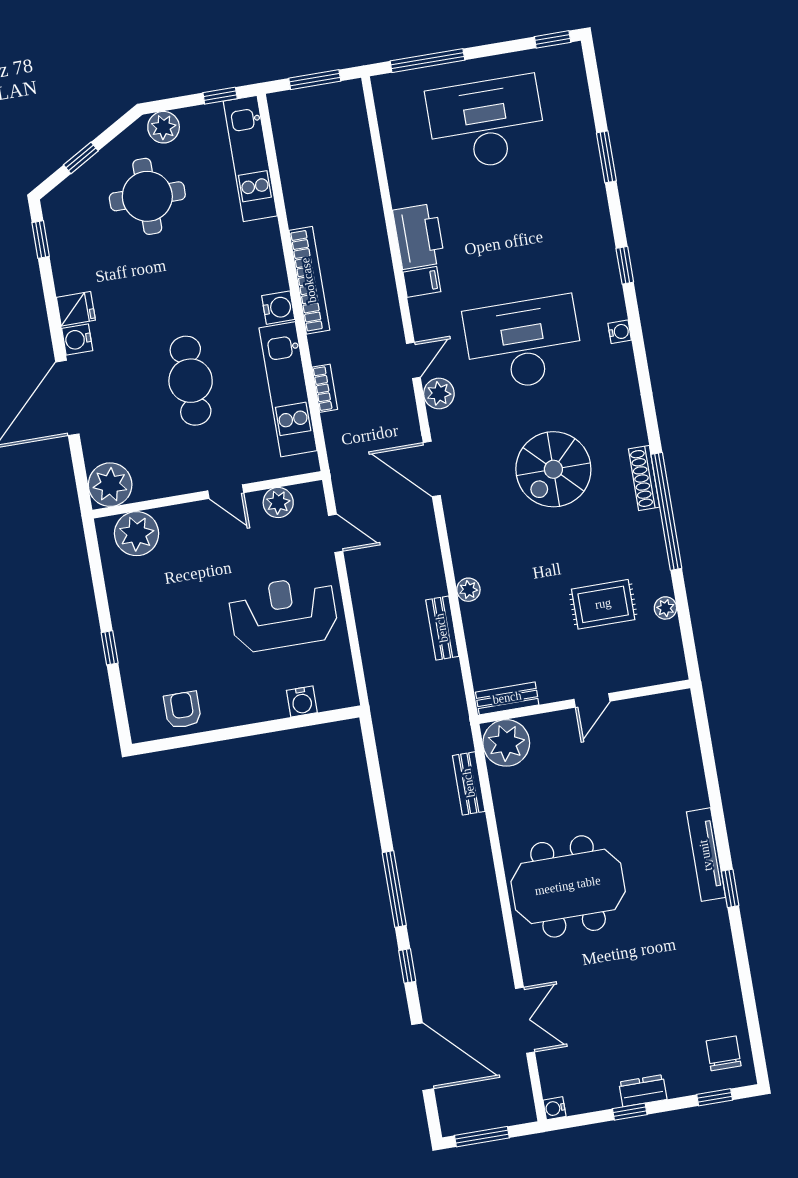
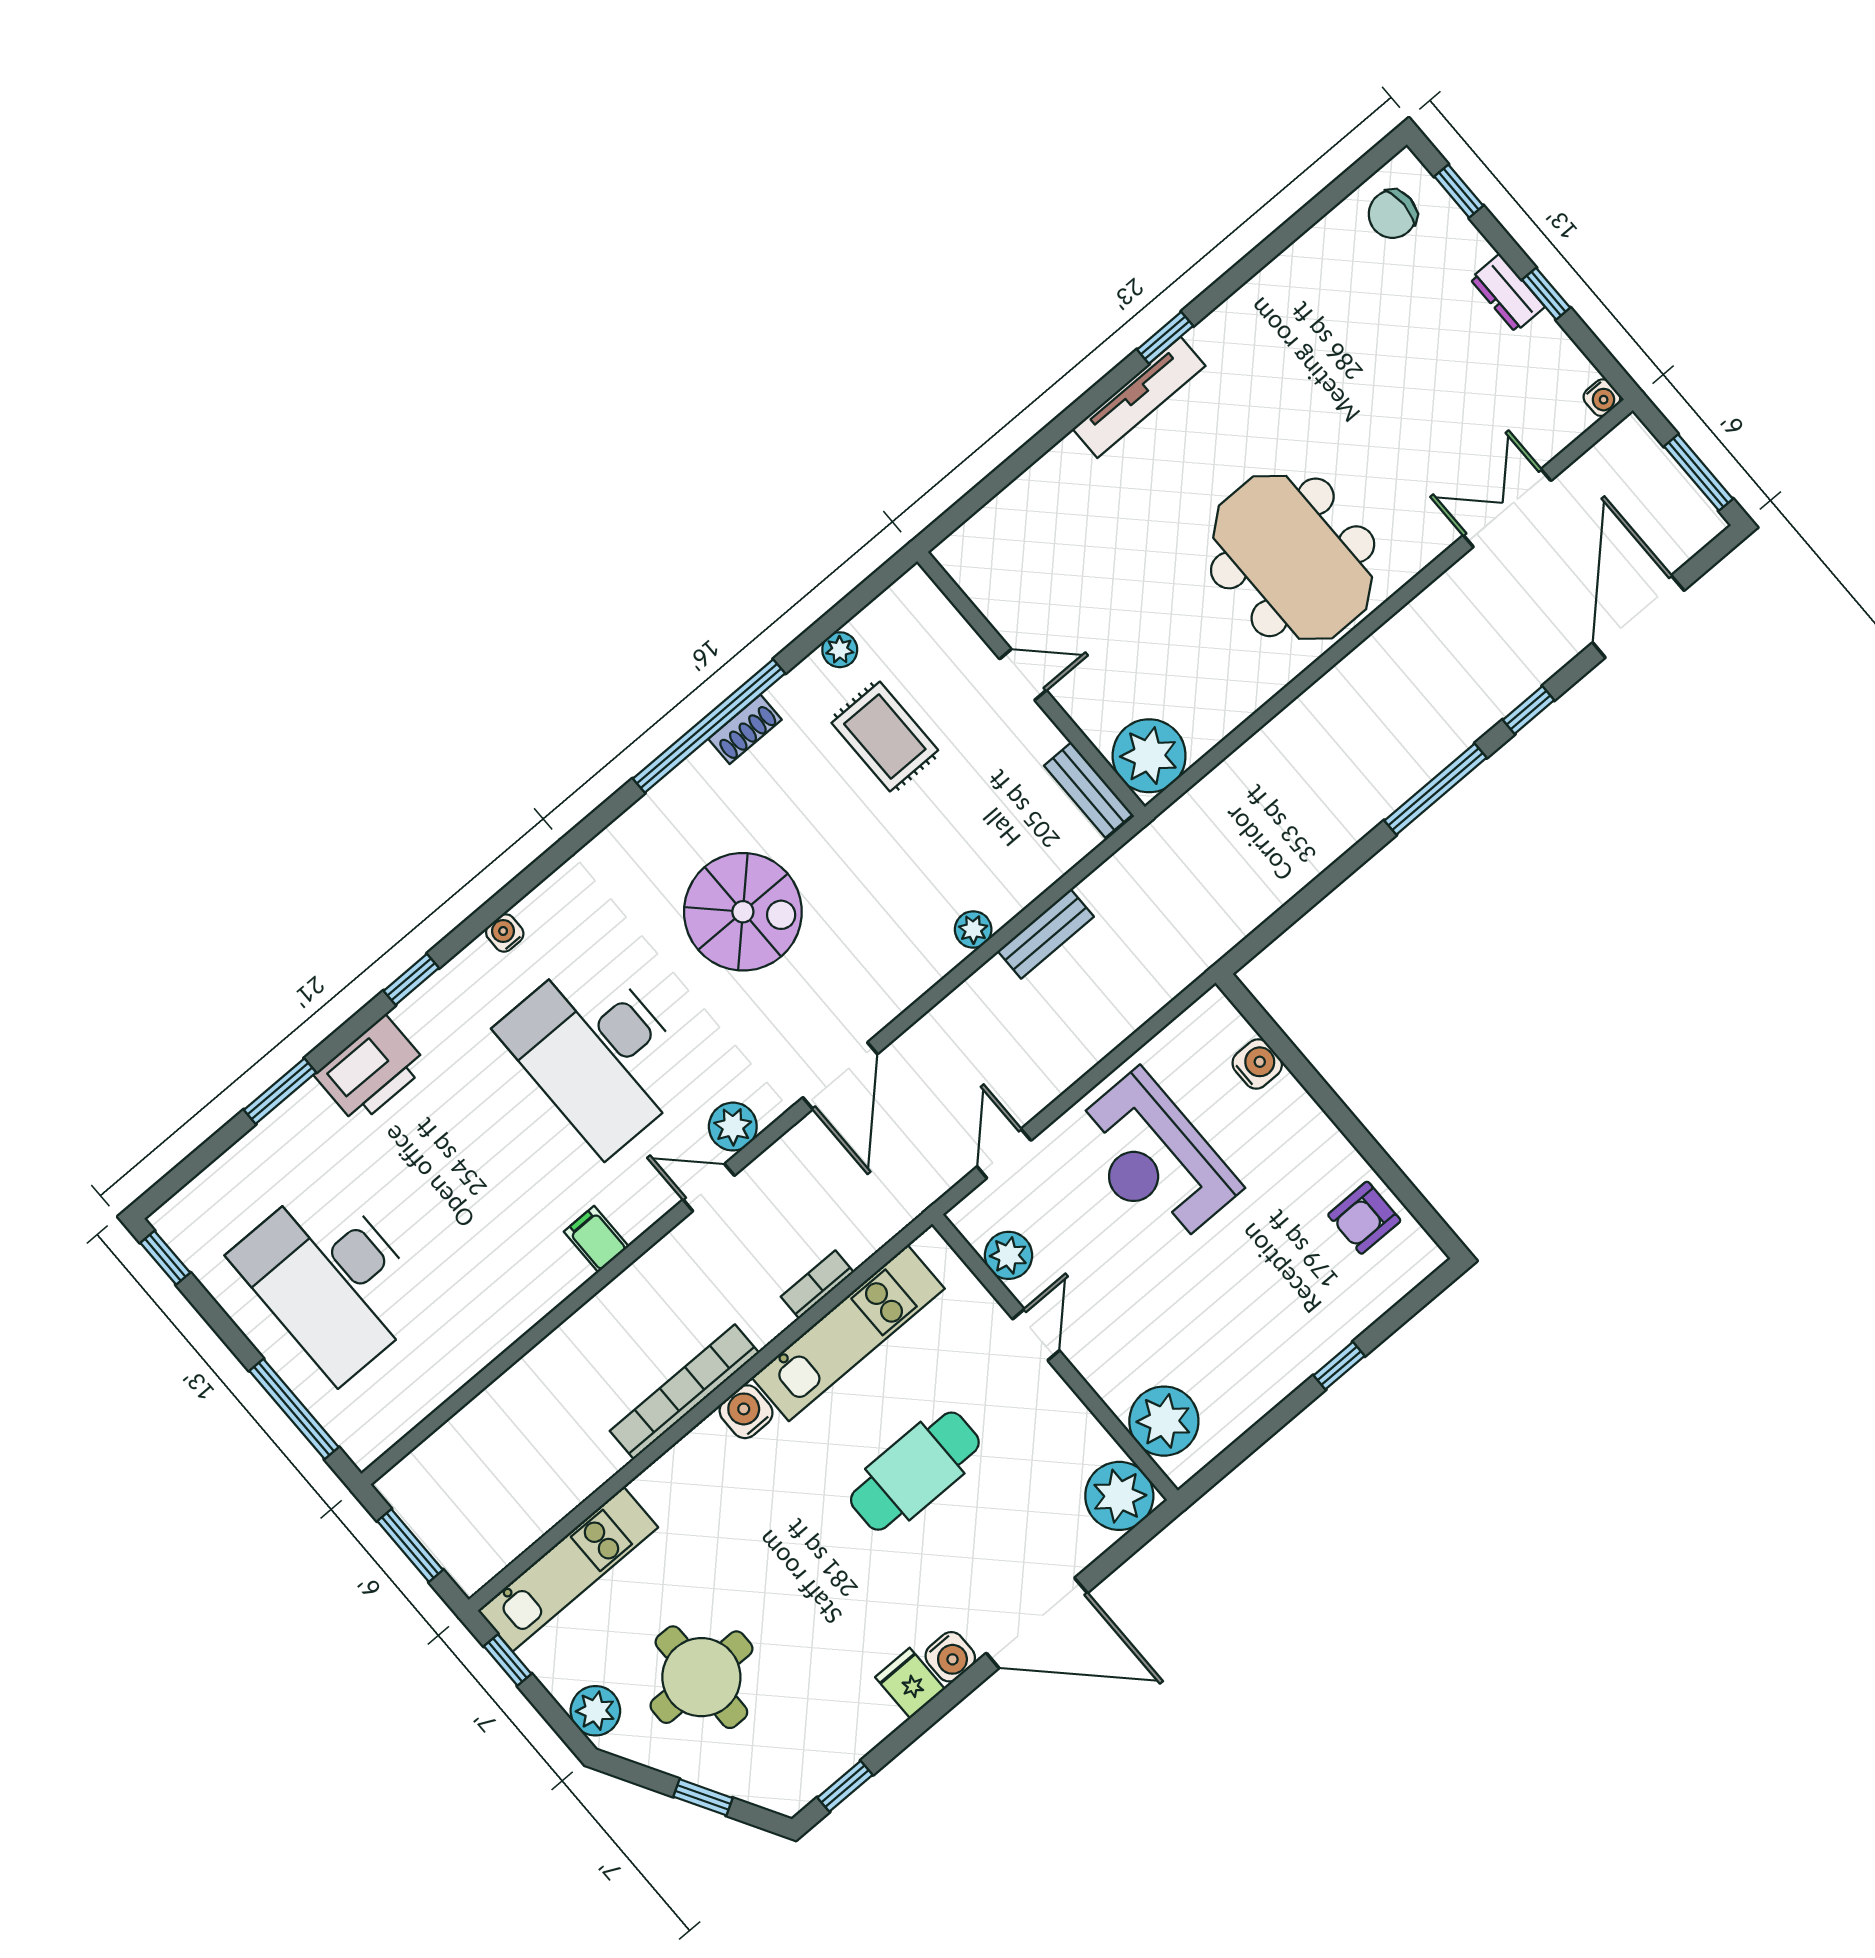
printer: (419, 236) -> (371, 1070), moved, turned 180
shoe rack: (644, 478) -> (745, 729), moved, width x0.70
bench: (469, 783) -> (1234, 774), removed

